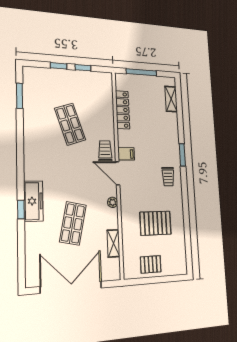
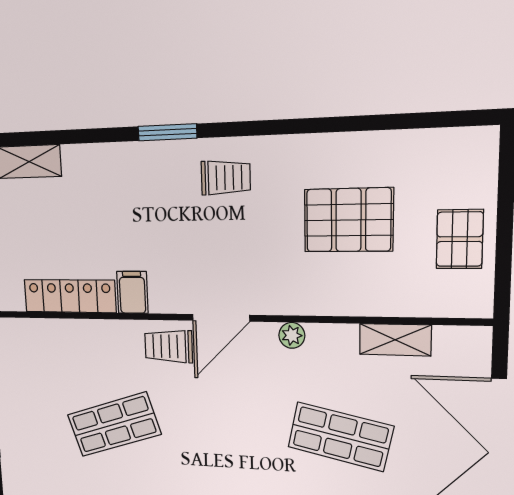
filing cabinet: (126, 154) -> (132, 292), moved
pallet: (155, 223) -> (348, 220), turned 90

